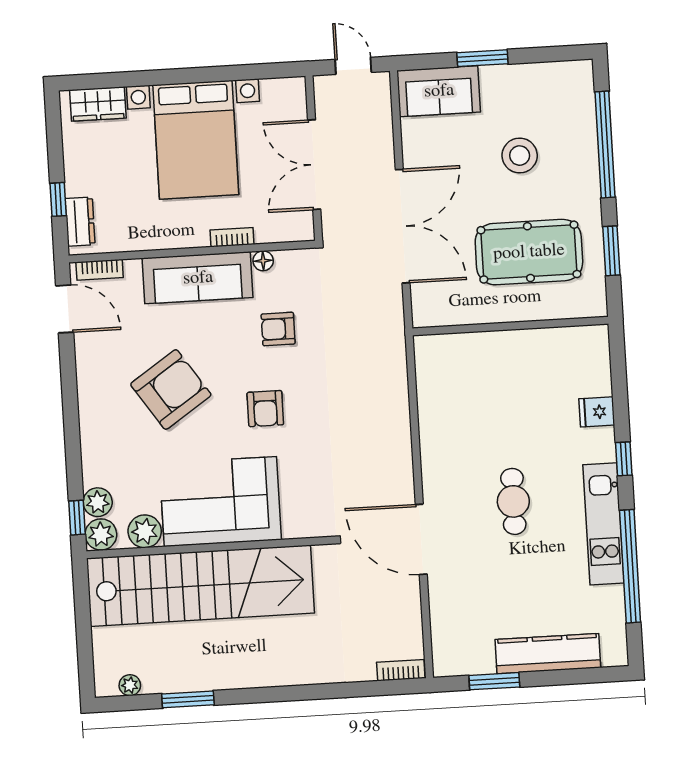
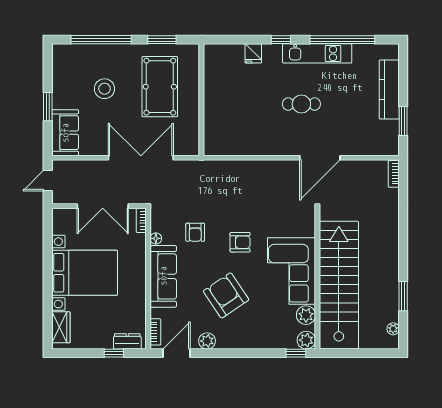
bookcase: (232, 237) -> (141, 220), moved
plant: (98, 502) -> (207, 341), moved

